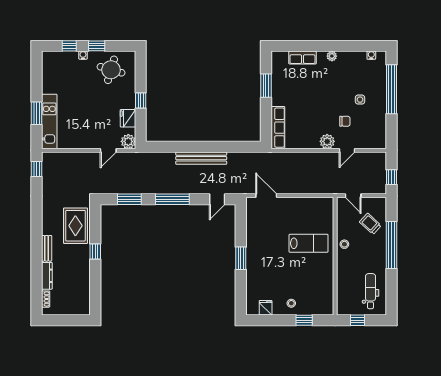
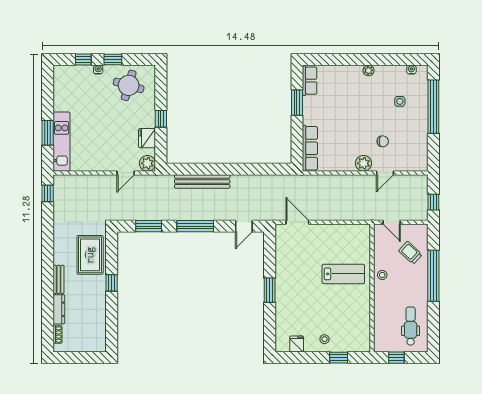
row of seats: (303, 58) -> (310, 81), moved, turned -90
side table: (360, 100) -> (400, 101), moved
bench: (201, 158) -> (202, 181), moved

